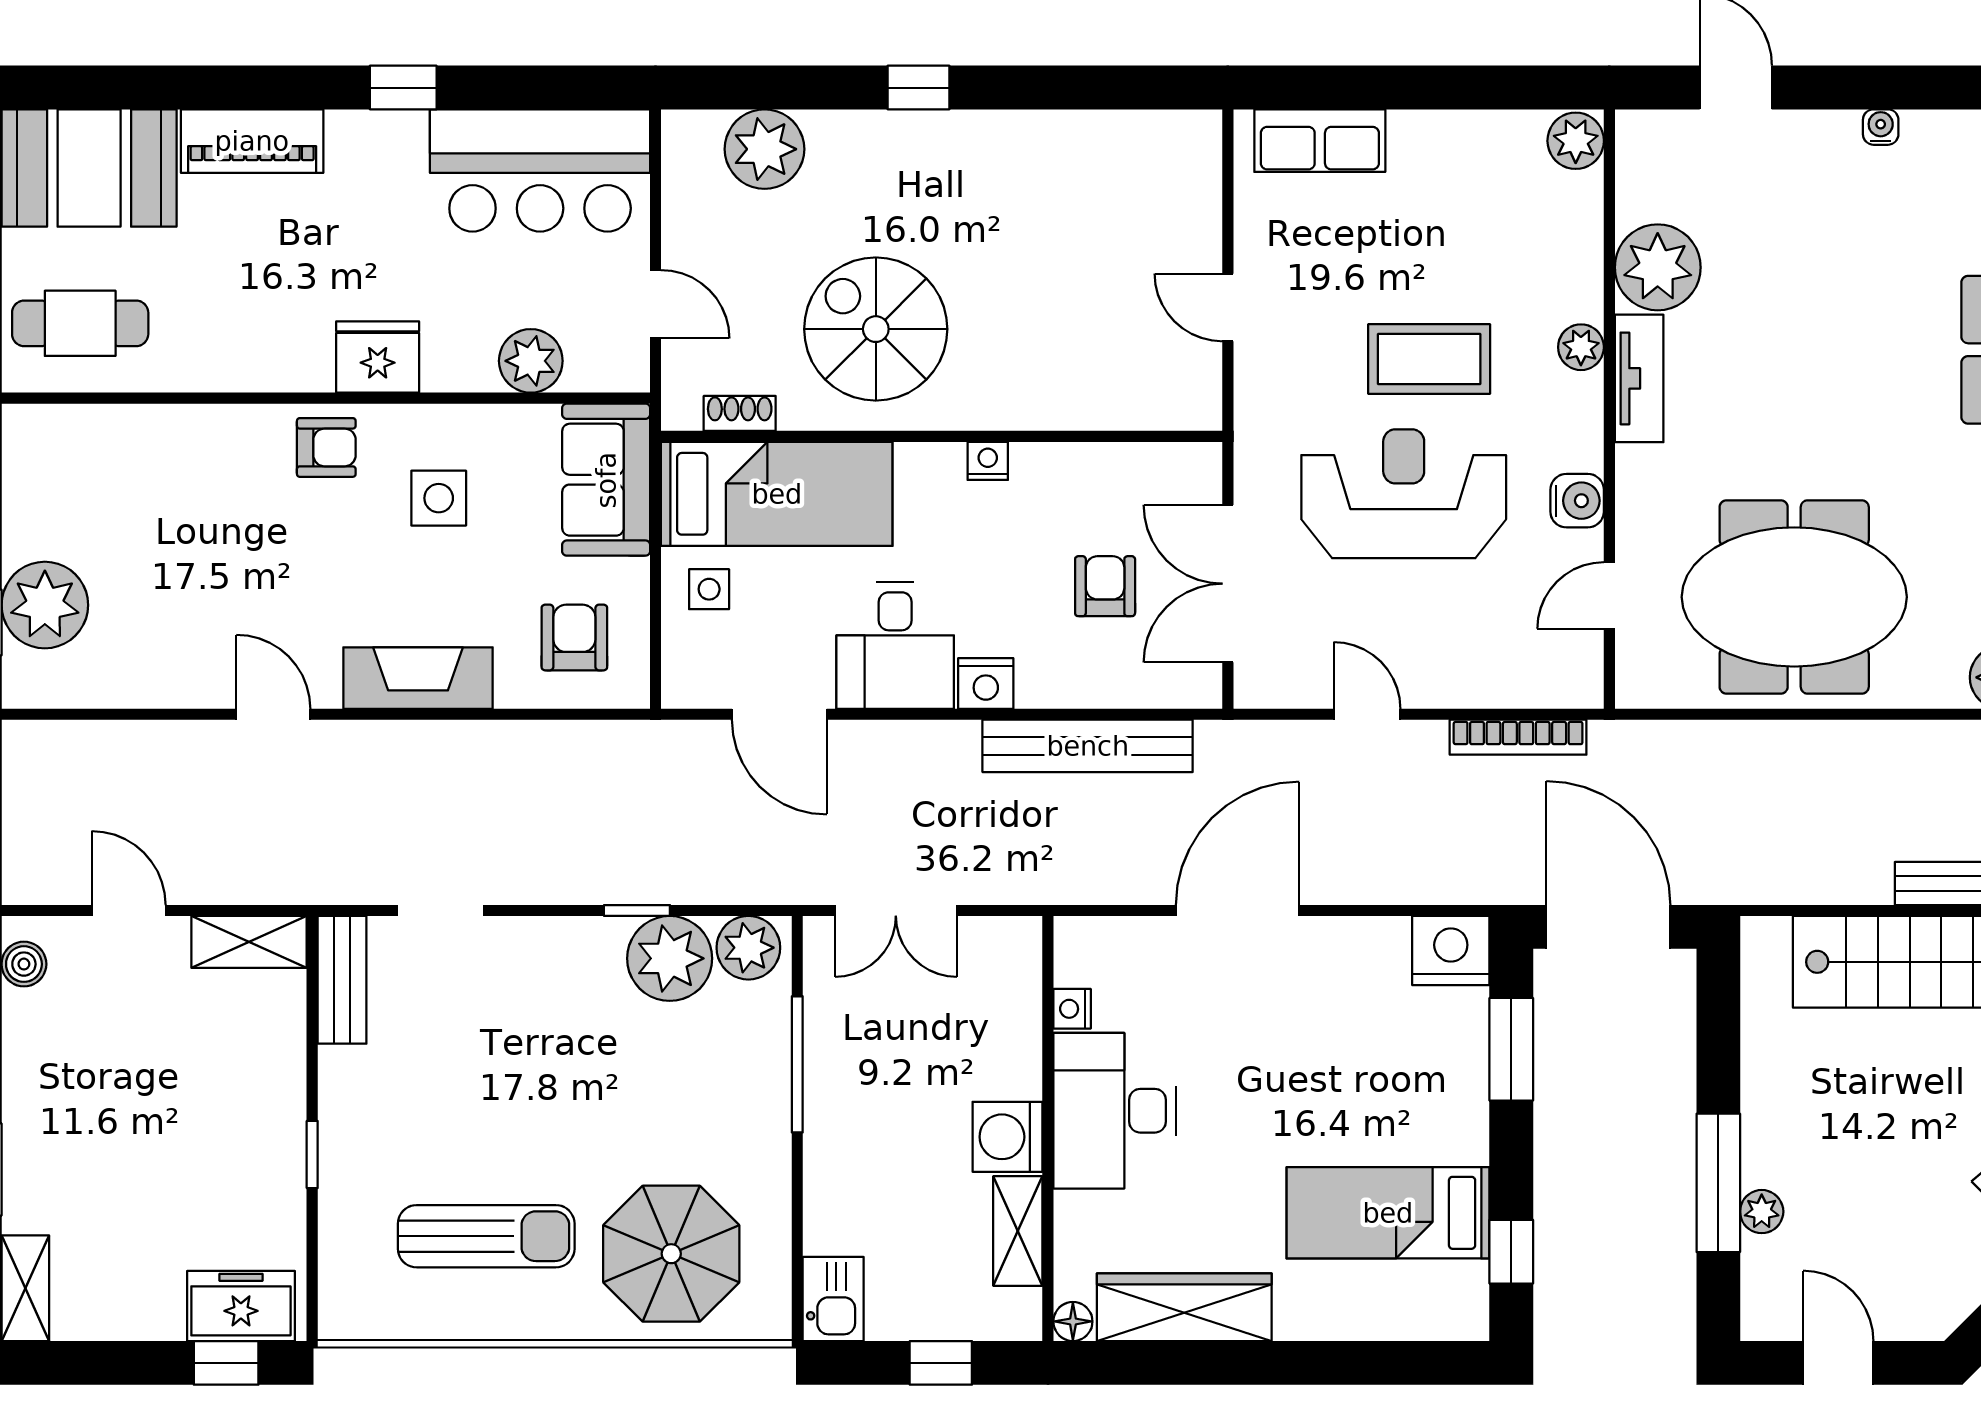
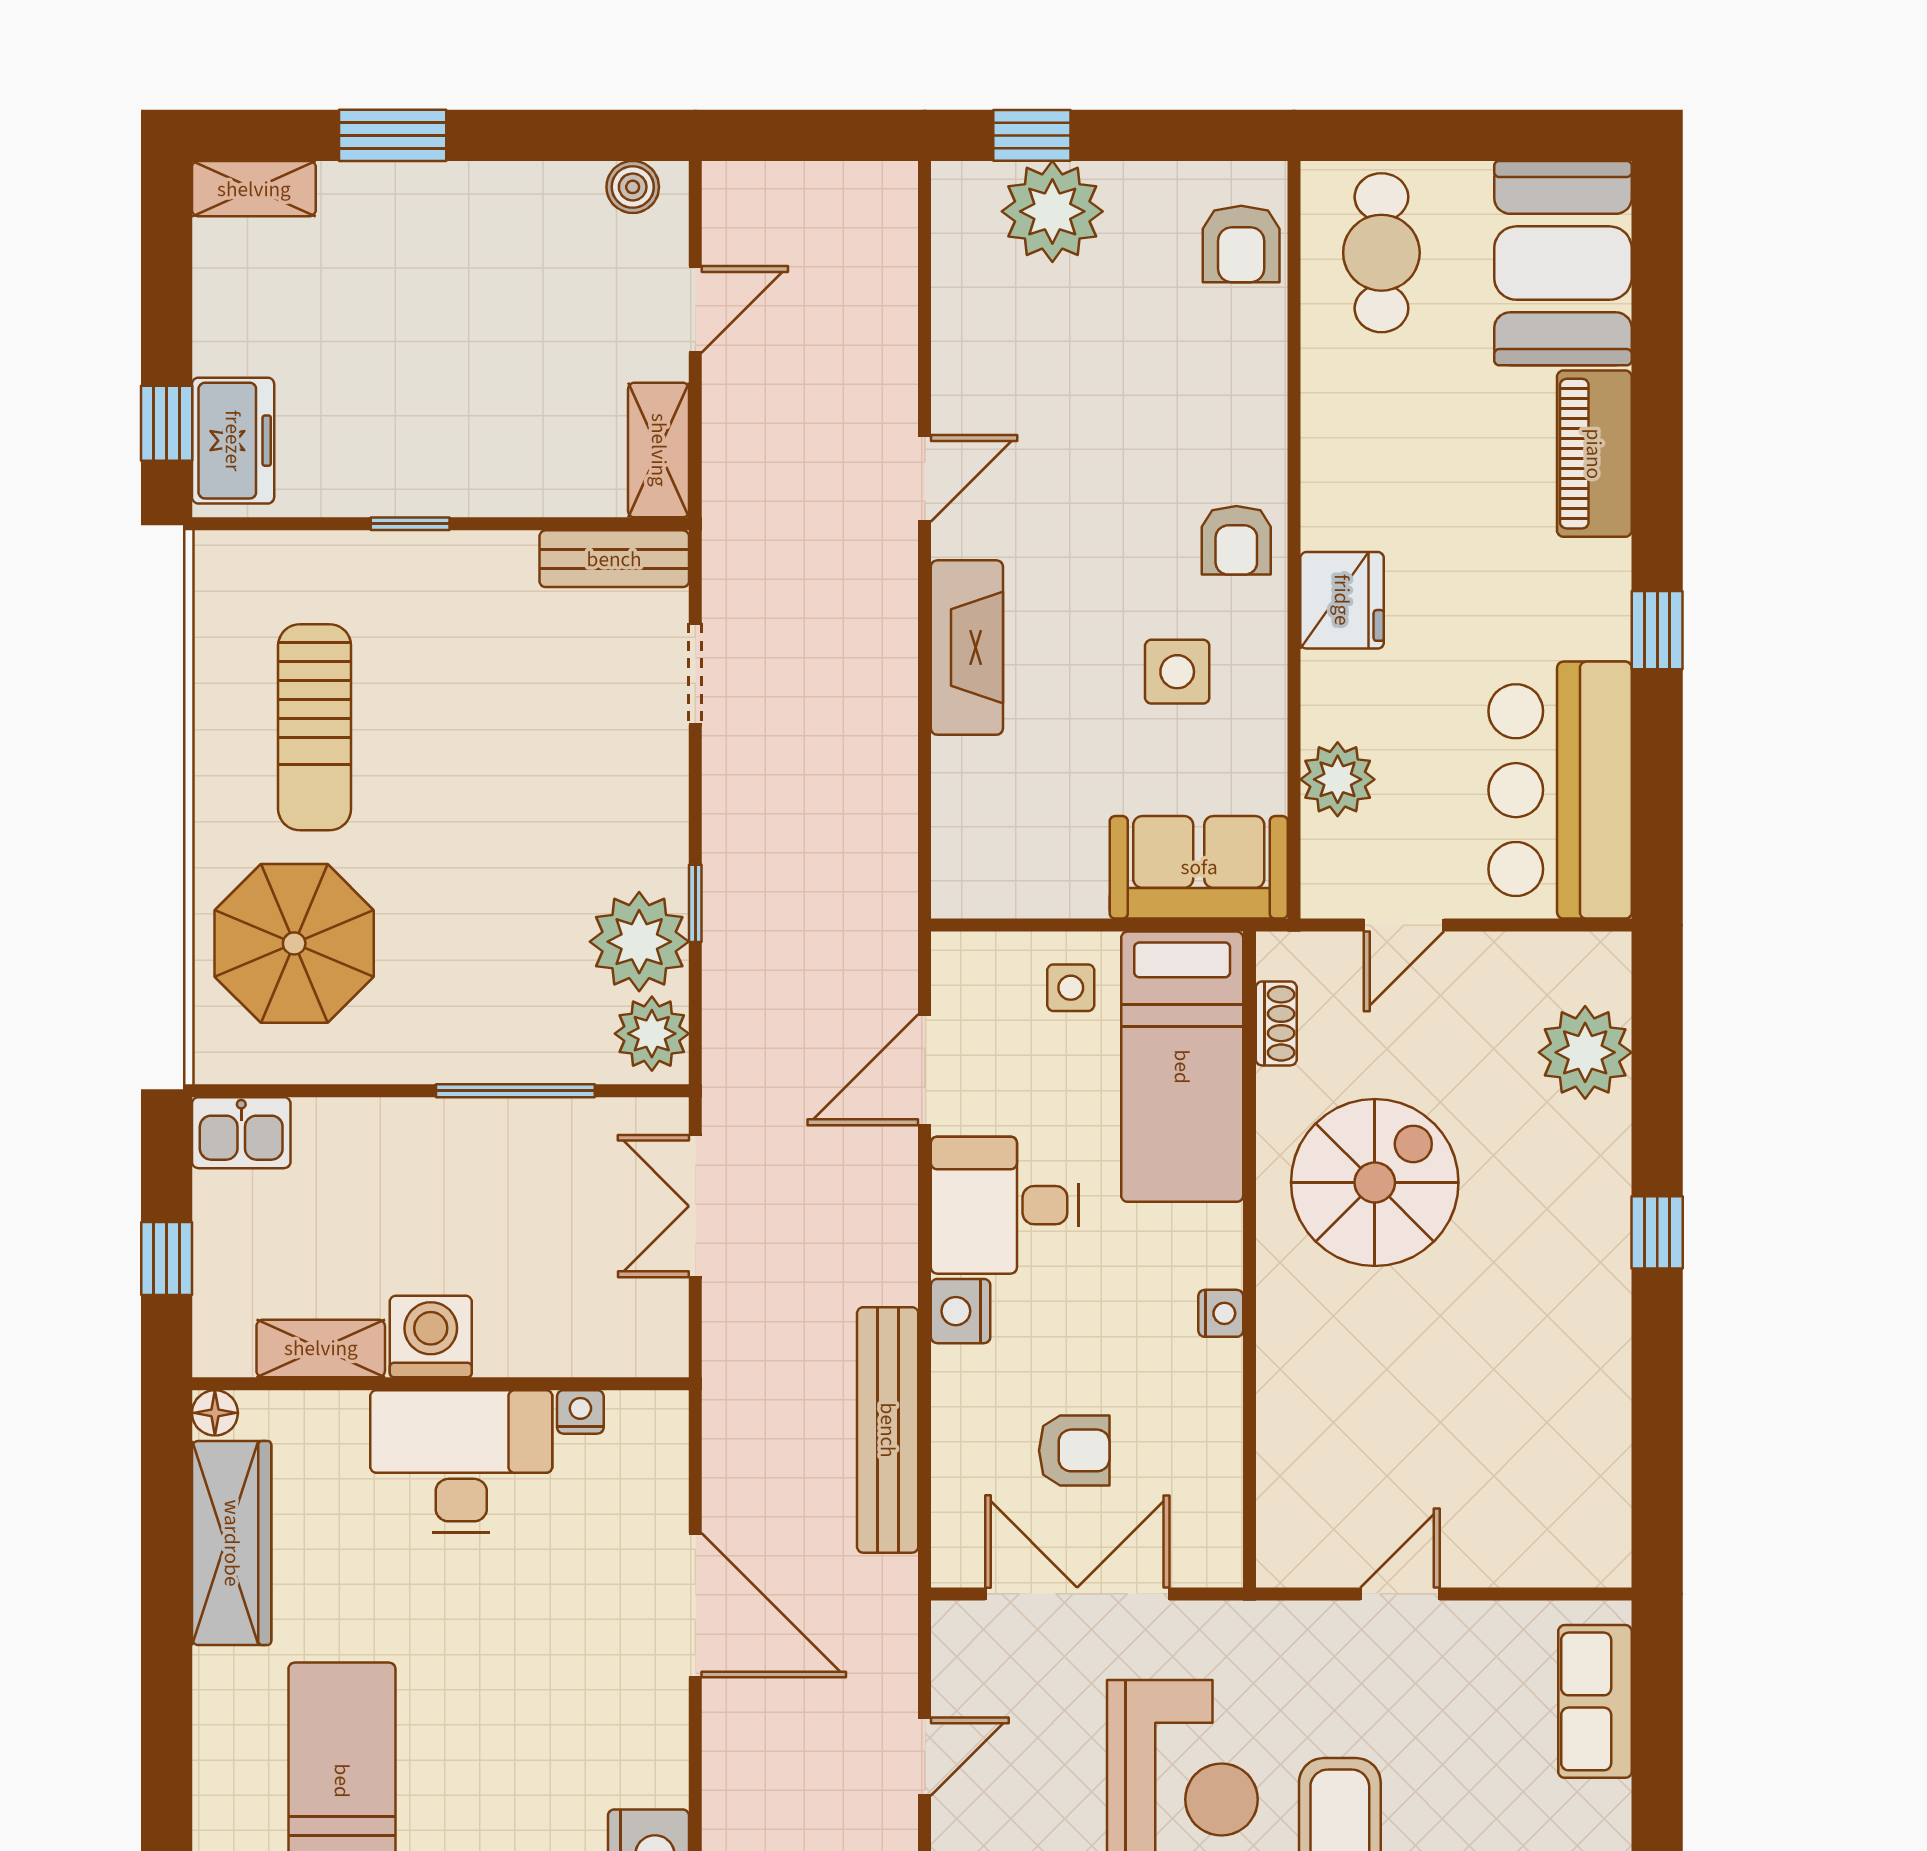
armchair: (574, 637) -> (1241, 244), moved, turned 90

